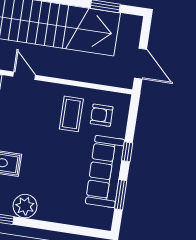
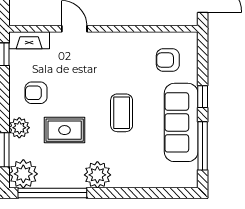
coffee table: (71, 114) -> (122, 113), moved
window: (121, 195) -> (203, 146), width x1.44

